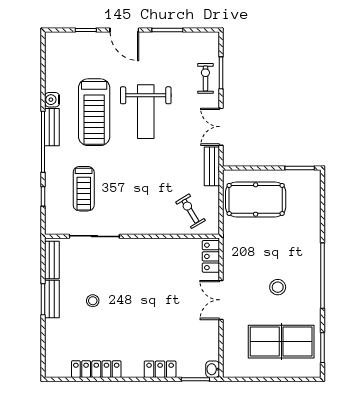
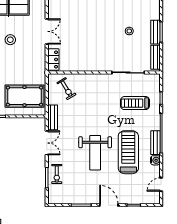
door: (43, 62) -> (161, 185), added
weight bench: (146, 112) -> (95, 153), turned 180
treadmill: (84, 189) -> (135, 103), turned -90

